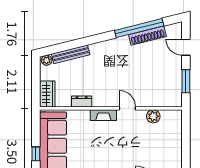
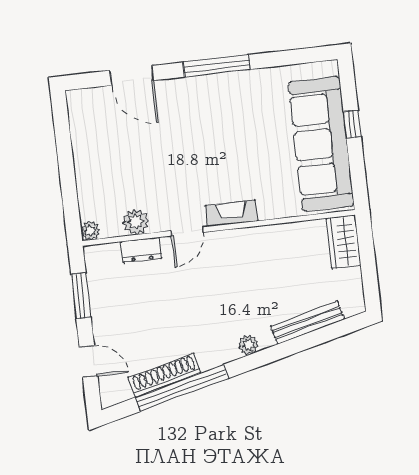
plant: (47, 60) -> (248, 345), moved
dresser: (82, 102) -> (141, 250), moved
door: (127, 108) -> (187, 231), hinge flipped
plant: (177, 114) -> (90, 231), added

